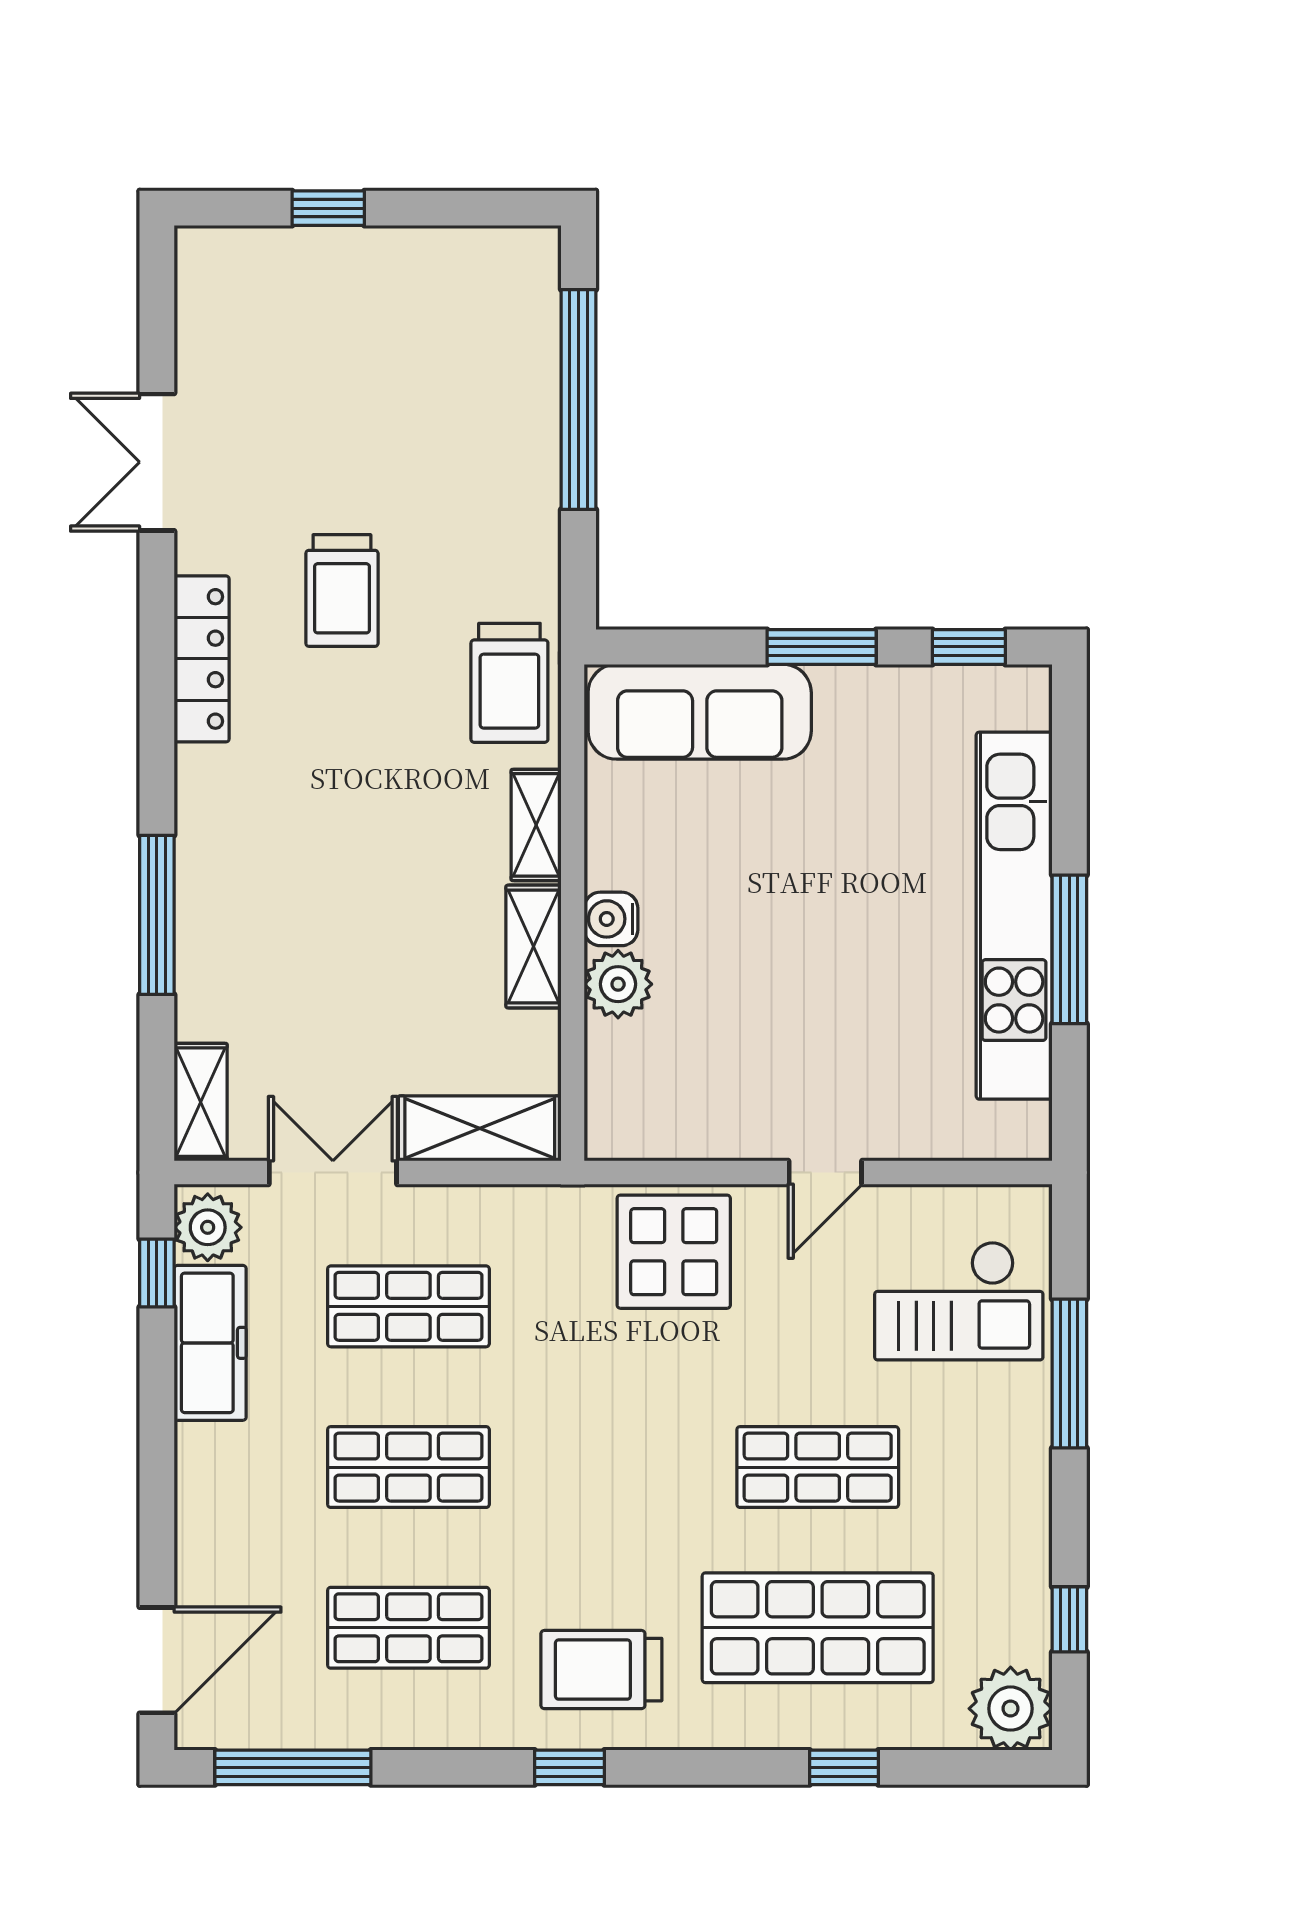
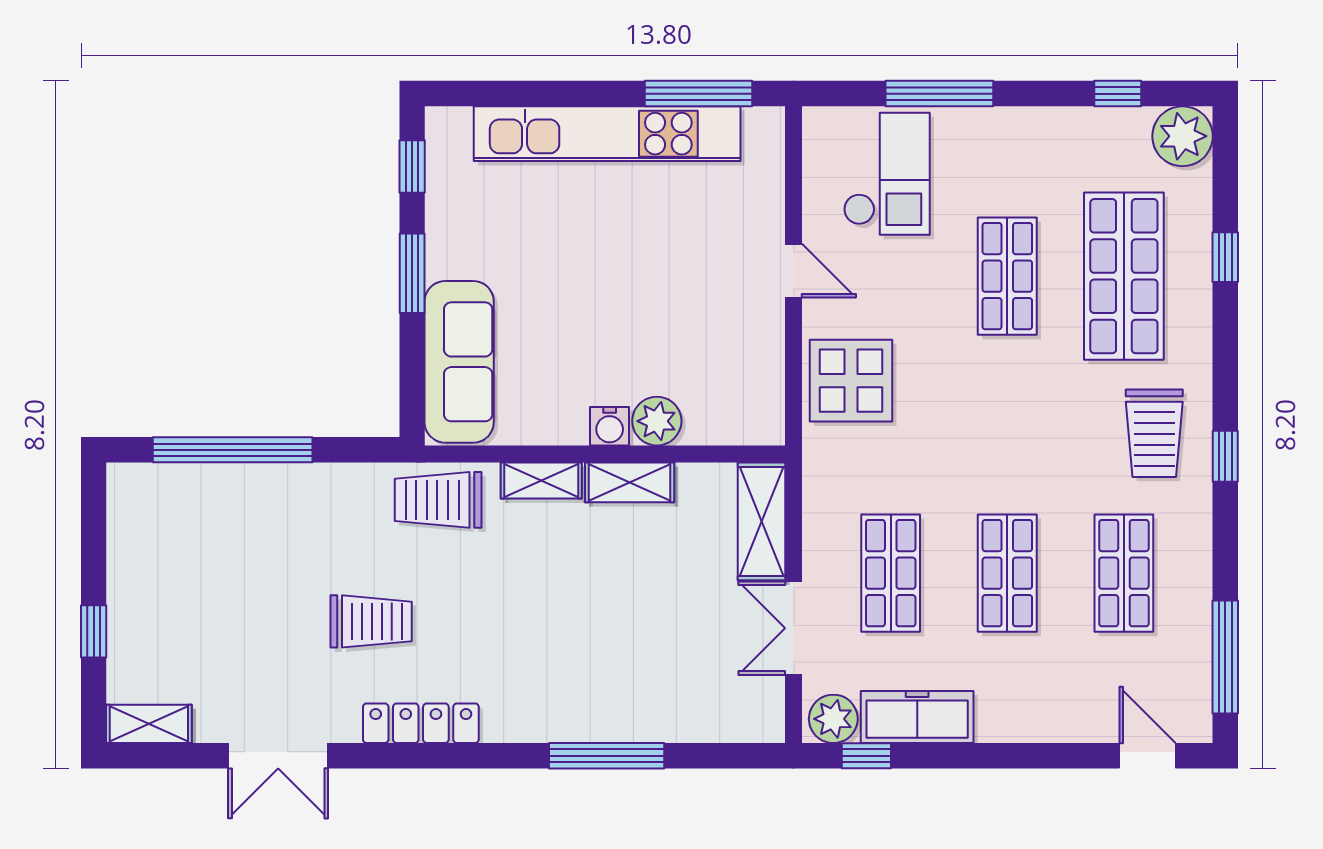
trolley: (509, 683) -> (438, 500), turned 180
window: (1069, 949) -> (699, 94), moved
shelving: (201, 1102) -> (149, 724), moved
door: (157, 1660) -> (1148, 756), width x0.73

